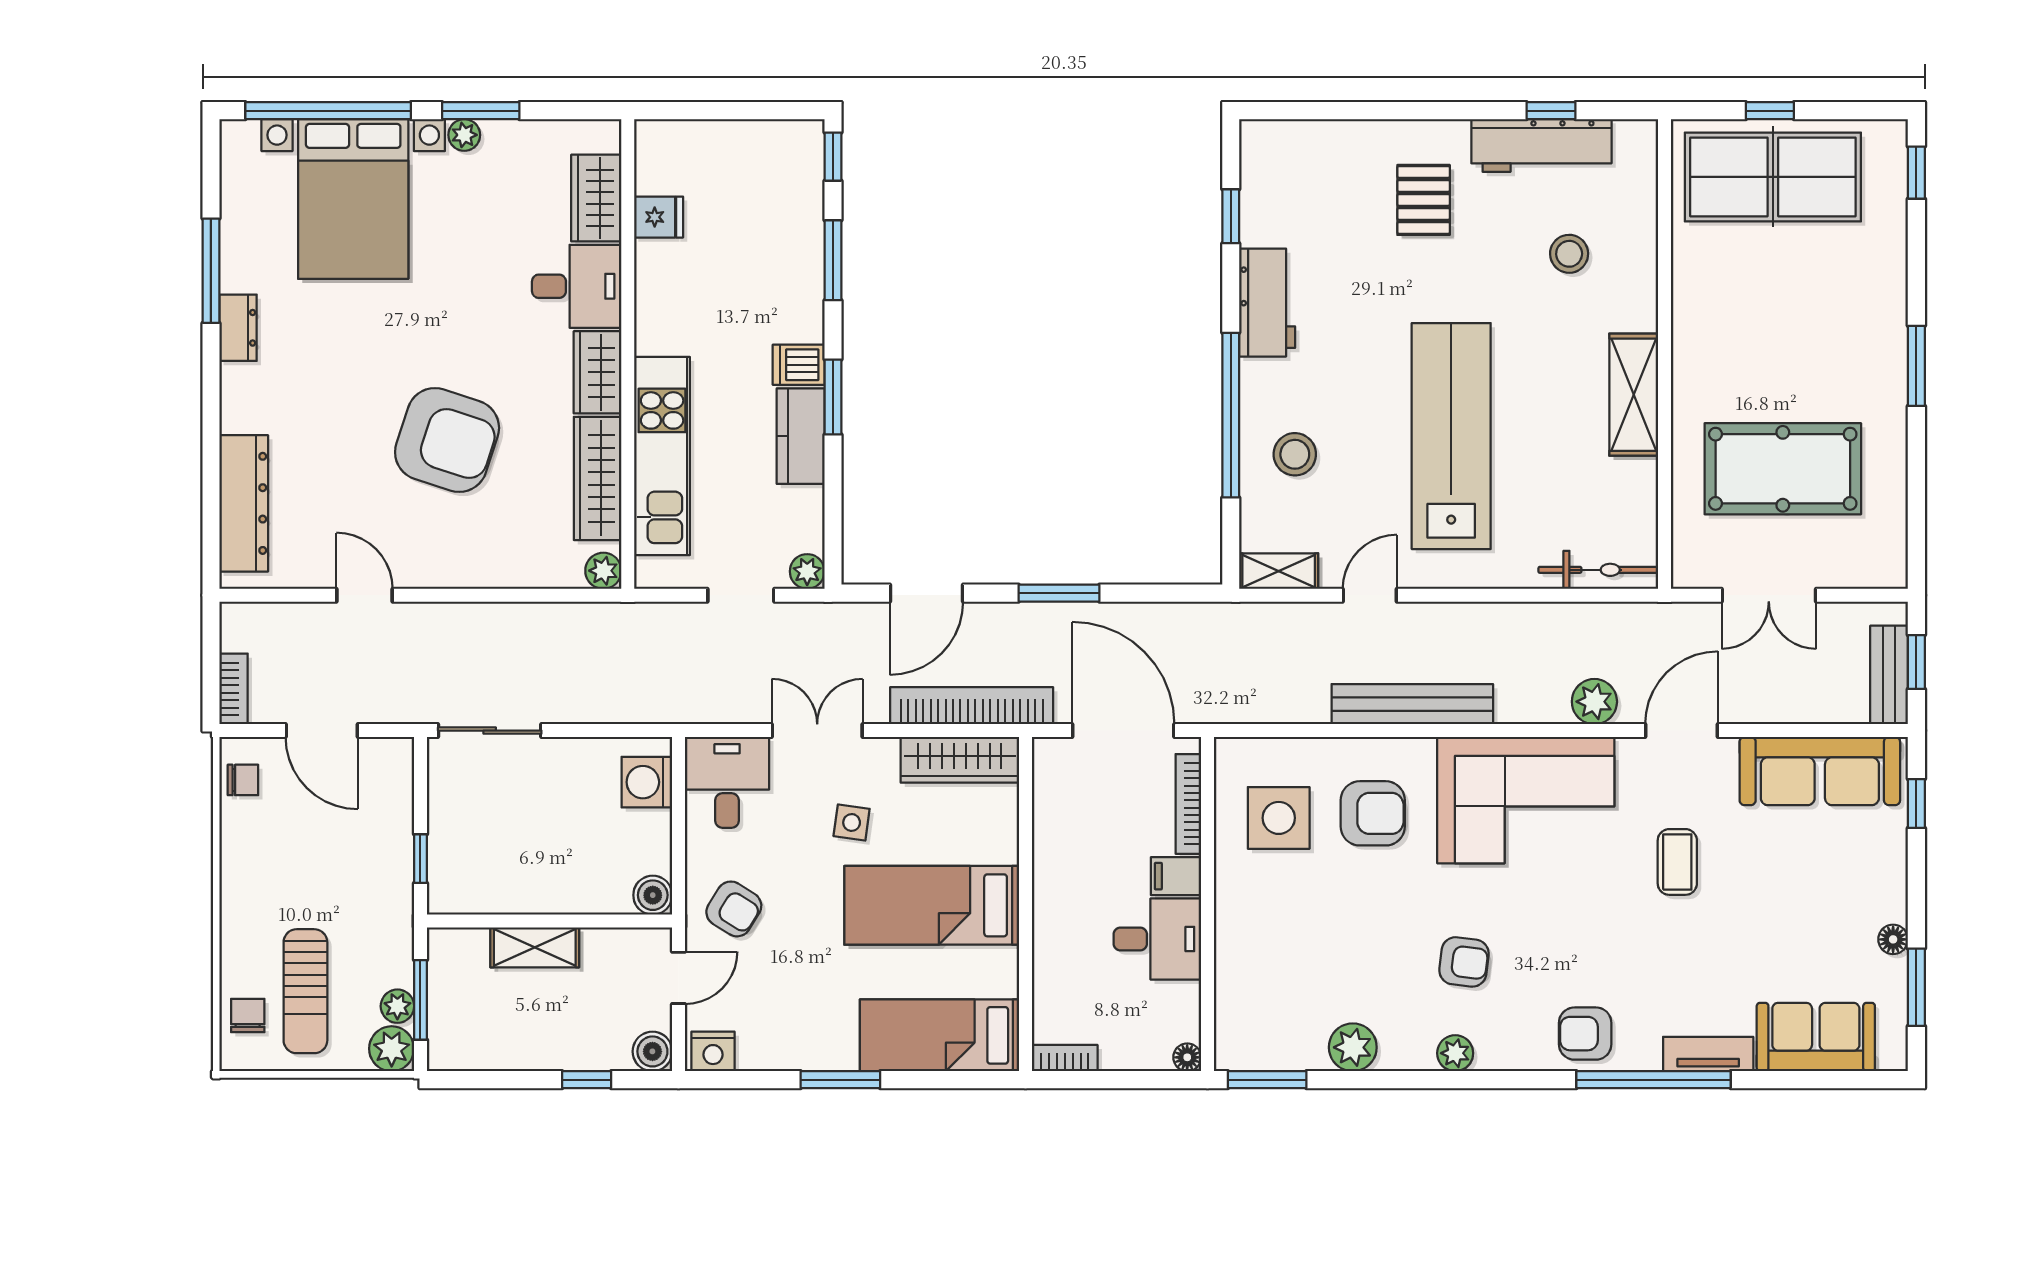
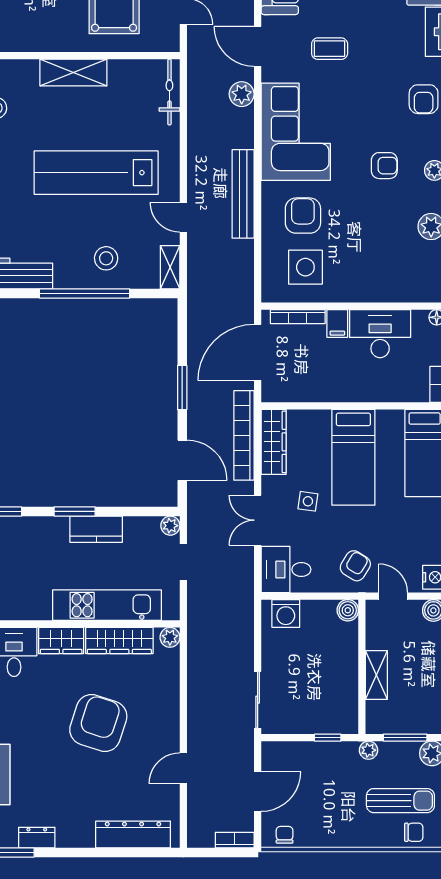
dishwasher: (799, 365) -> (57, 530), removed
desk: (1157, 939) -> (380, 334), width x1.37
armchair: (1464, 962) -> (384, 166), turned 83
plant: (397, 1006) -> (368, 750), moved
chair: (248, 1016) -> (414, 832), turned 180

